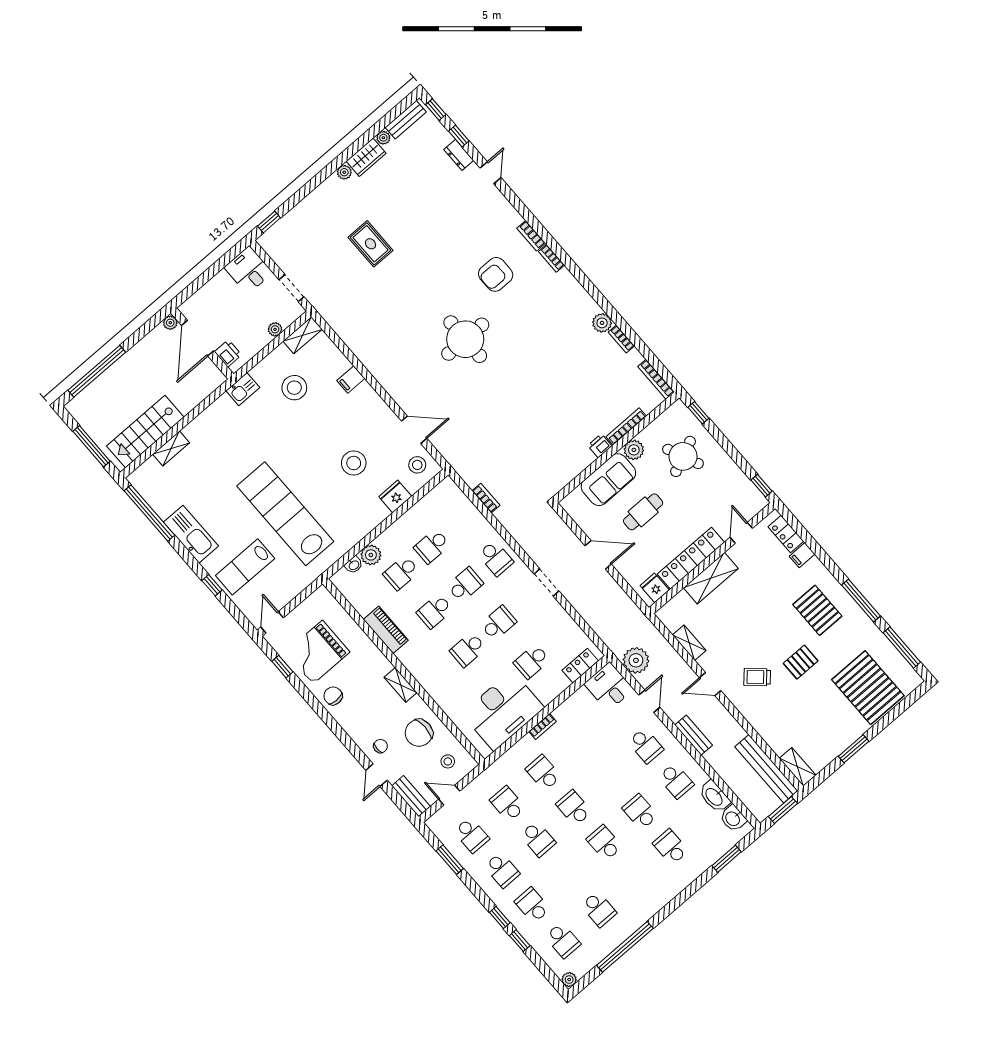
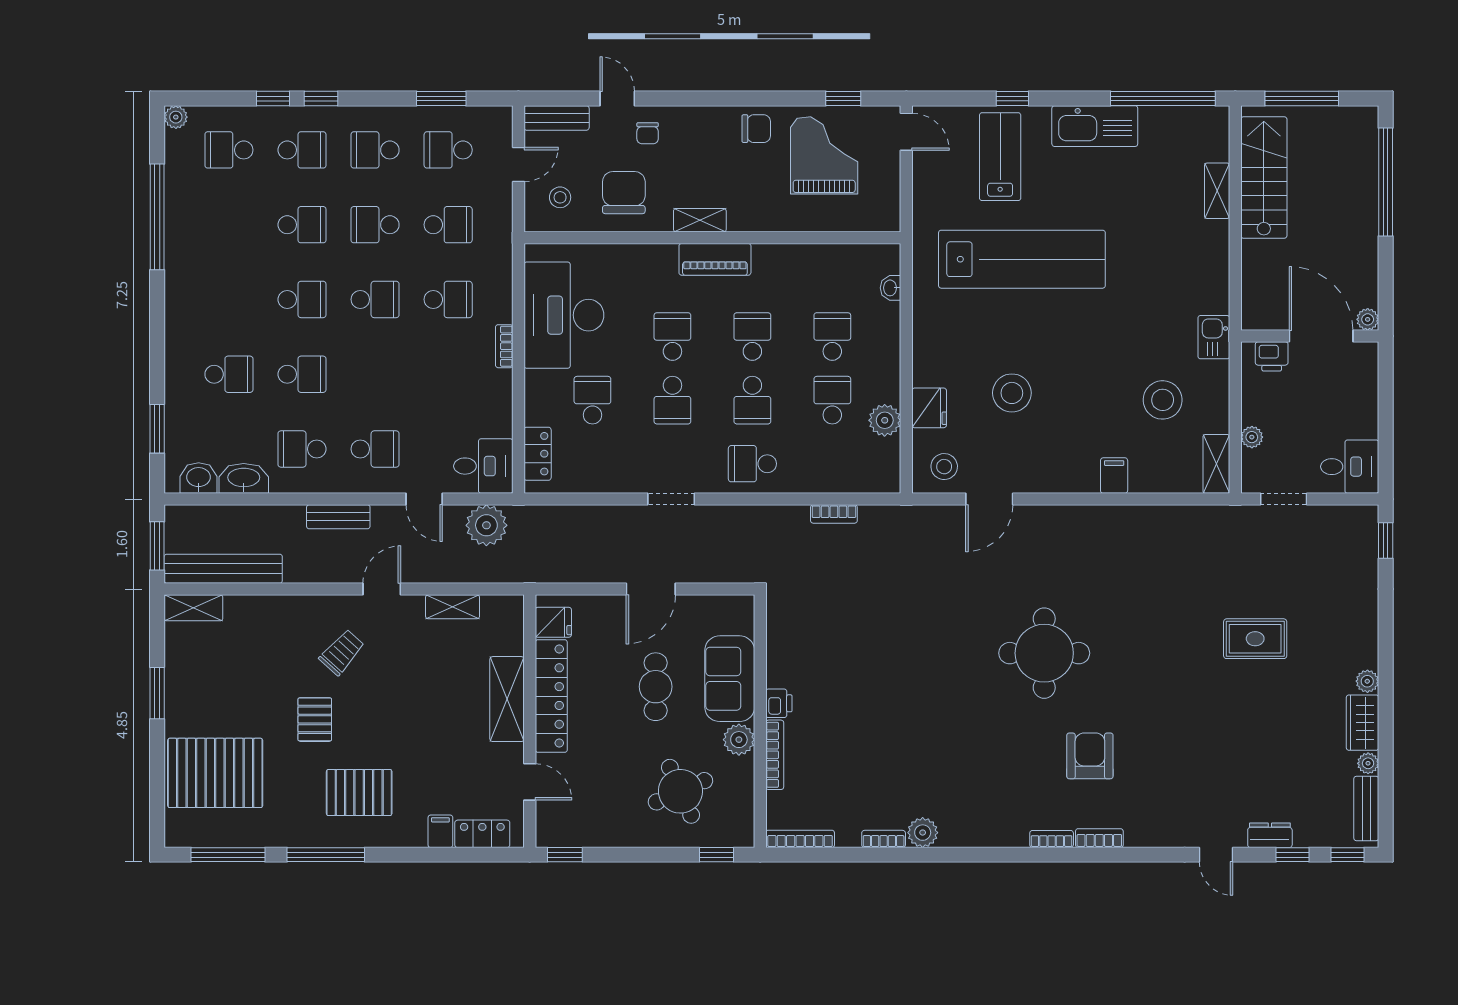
plant: (371, 555) -> (885, 420), moved
piano: (386, 630) -> (715, 259), moved
school desk: (646, 746) -> (375, 449), turned 180
school desk: (599, 909) -> (302, 225), moved, turned 180

